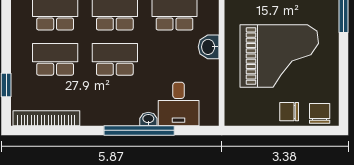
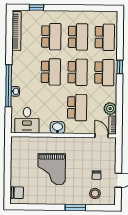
grand piano: (279, 56) -> (52, 169), width x0.73, depth x0.68
desk: (179, 104) -> (27, 120), moved, turned -90
chair: (289, 112) -> (19, 175), removed

